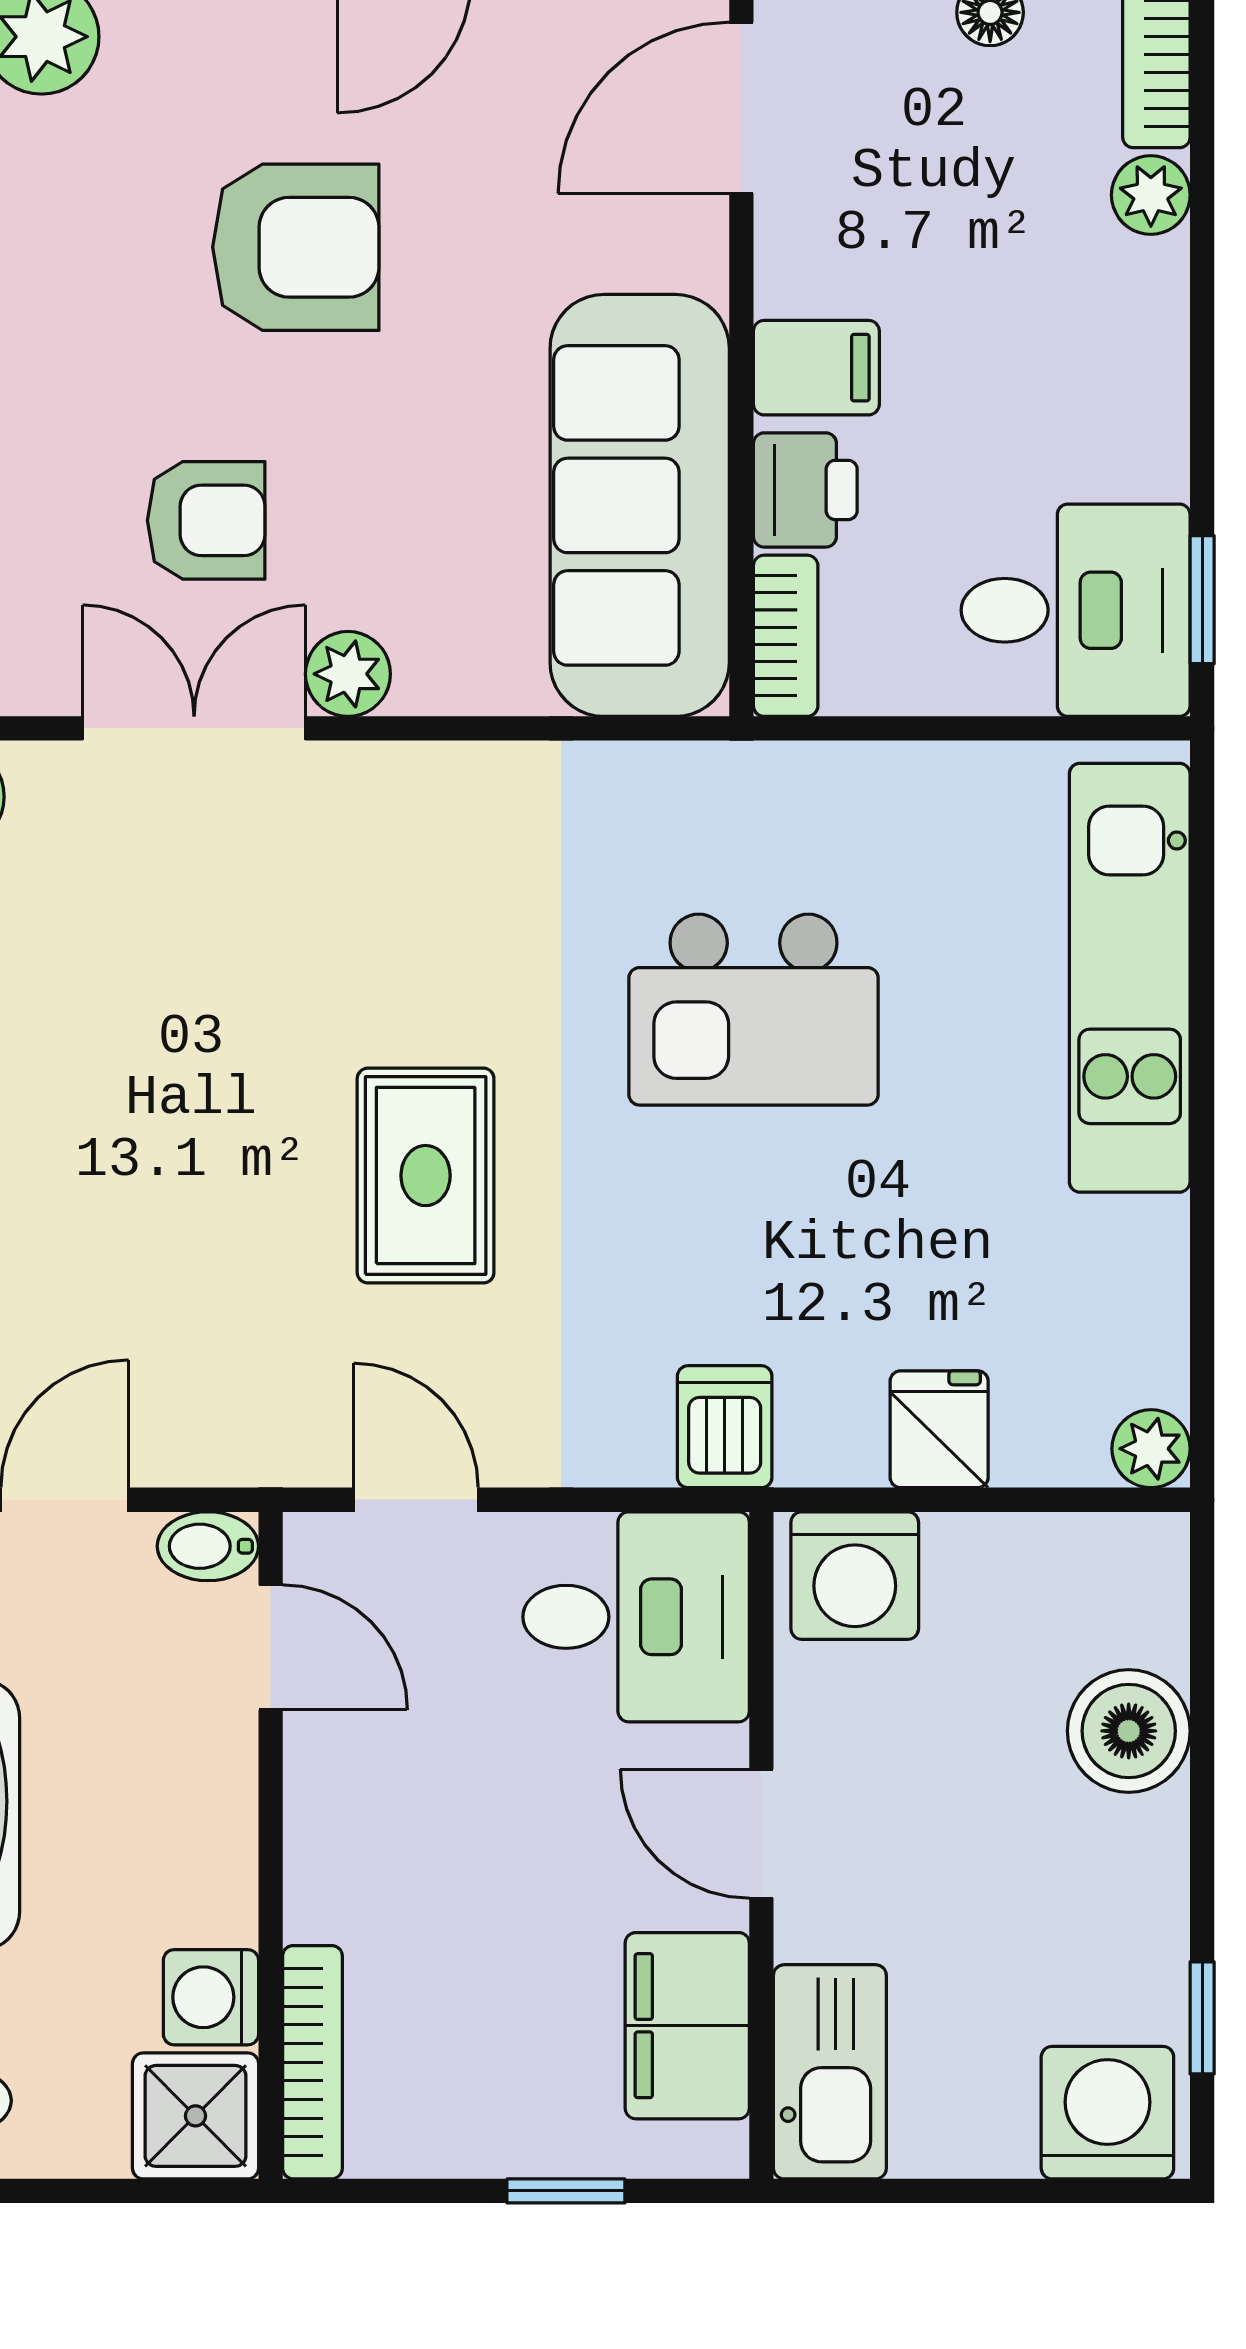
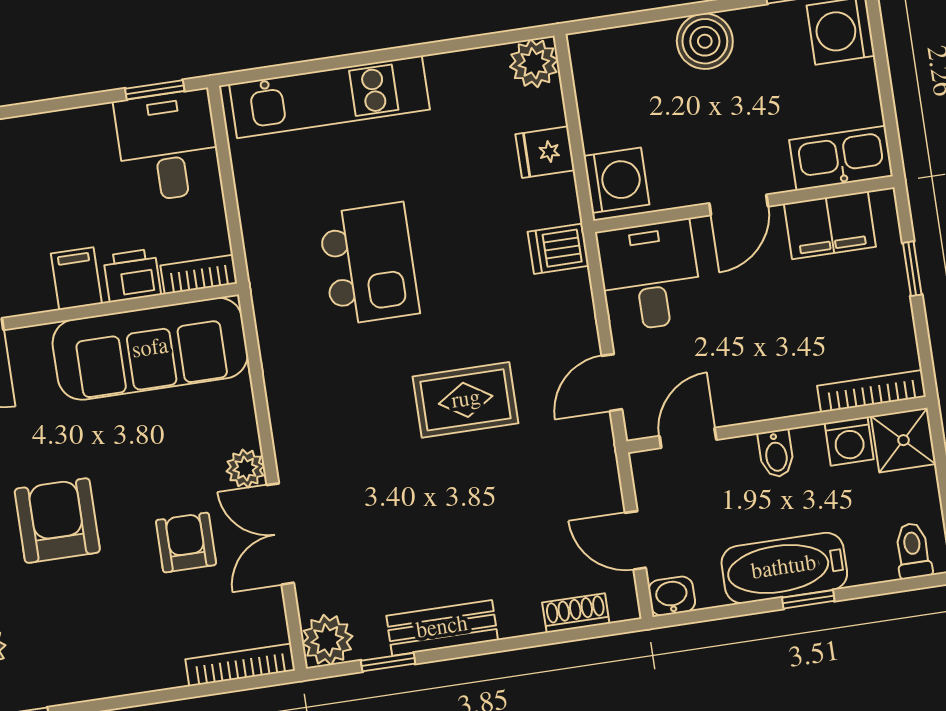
plant: (1151, 1449) -> (534, 63), width x1.38, depth x1.38
bidet: (208, 1546) -> (776, 454), moved
boiler: (1129, 1731) -> (705, 41), moved

